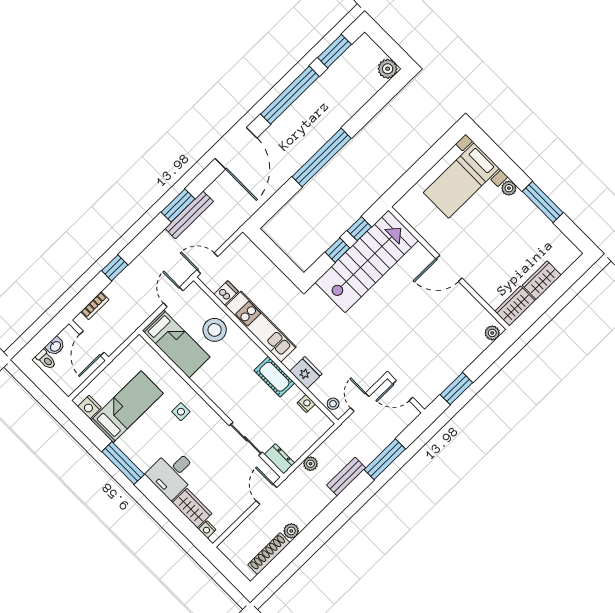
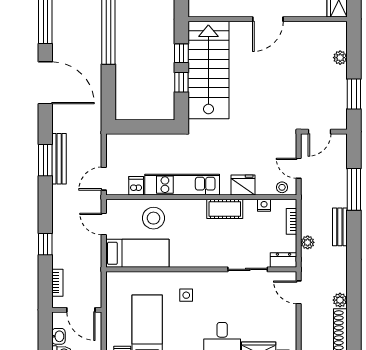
plant: (492, 333) -> (340, 58), moved
bookcase: (314, 436) -> (291, 221), added

